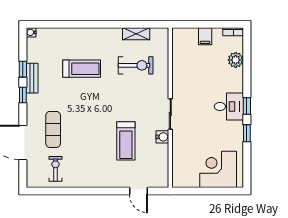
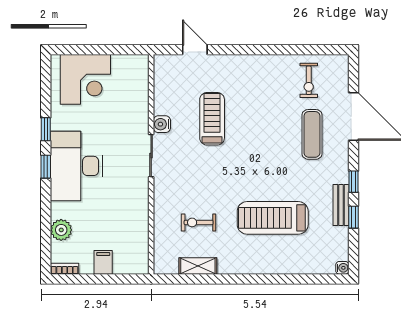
exercise bike: (136, 65) -> (199, 222), width x0.73, depth x0.72
treadmill: (82, 69) -> (273, 218), width x1.37, depth x1.38
desk: (229, 106) -> (76, 166), width x1.87, depth x1.30

